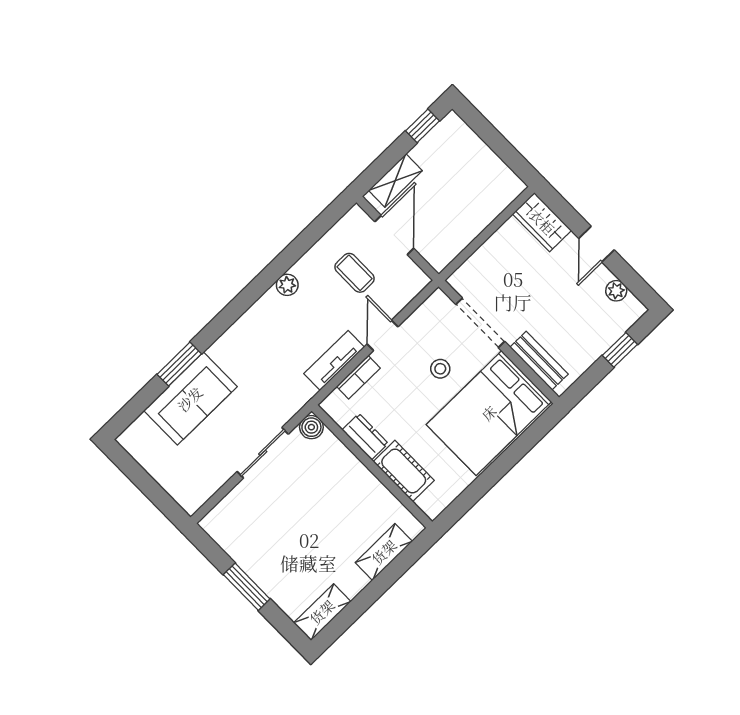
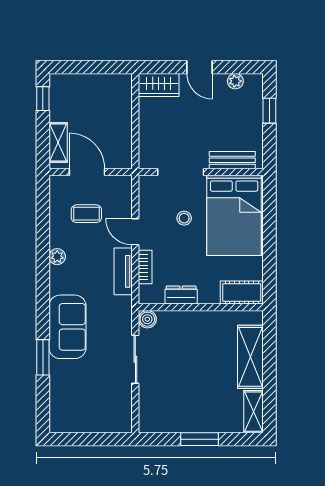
sofa: (190, 399) -> (67, 327), moved
cot: (404, 471) -> (242, 292), moved
shelving: (384, 552) -> (250, 357), width x1.50, depth x1.33

